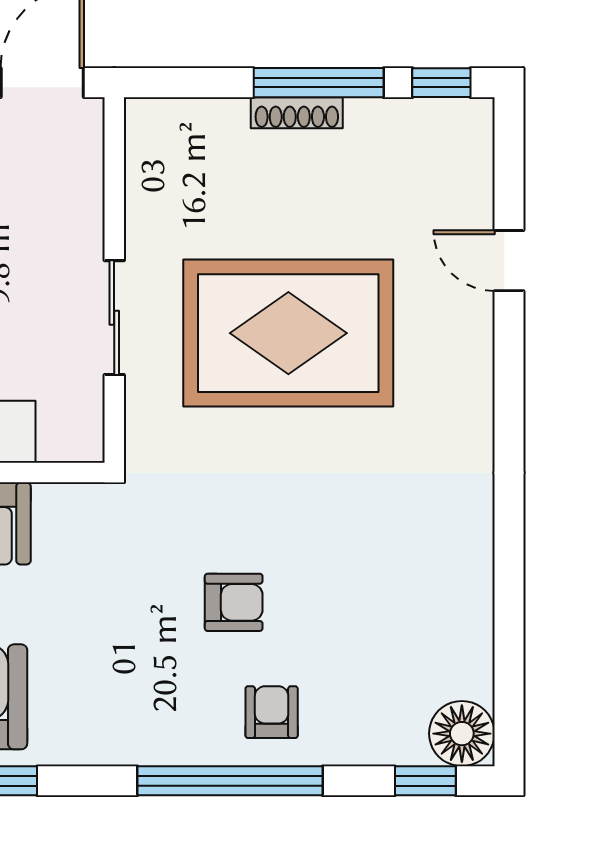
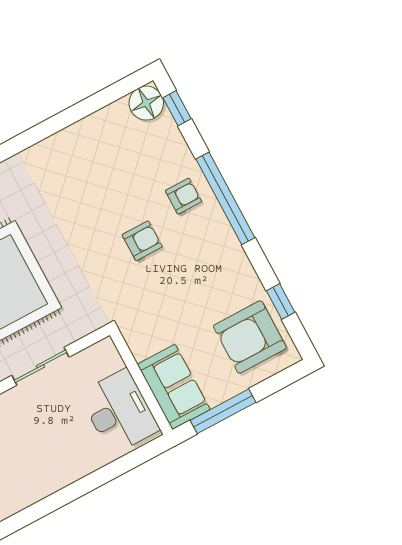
armchair: (234, 602) -> (142, 241), turned 90
armchair: (272, 712) -> (183, 196), turned 180

